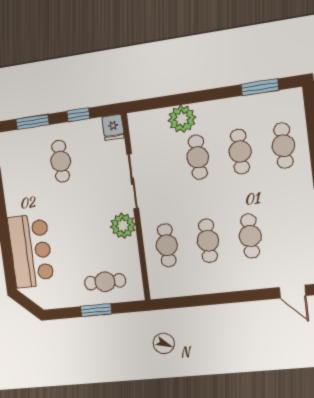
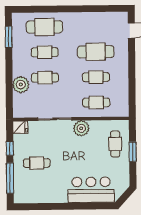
window: (32, 122) -> (10, 178), width x1.44
cafe table: (283, 146) -> (44, 27), width x1.37, depth x1.35
cafe table: (250, 236) -> (96, 52), width x1.37, depth x1.35

